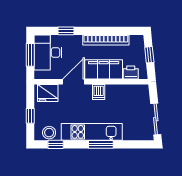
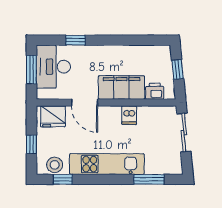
bookcase: (106, 40) -> (124, 51), removed
door: (74, 82) -> (85, 103), swing flipped
dishwasher: (99, 92) -> (129, 115), moved
sliding door: (156, 119) -> (184, 133), moved
window: (101, 144) -> (149, 179), moved

